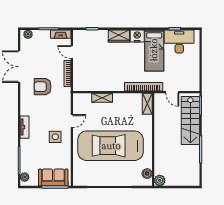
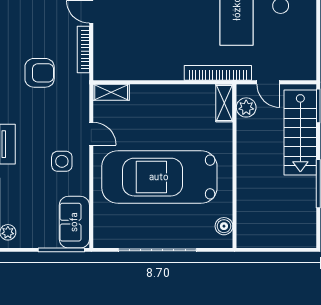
armchair: (43, 87) -> (40, 73), turned 180
shelving: (102, 98) -> (111, 92), moved
door: (72, 121) -> (91, 134), hinge flipped
sofa: (53, 177) -> (74, 222), moved, turned -90
plant: (160, 180) -> (246, 107), moved

